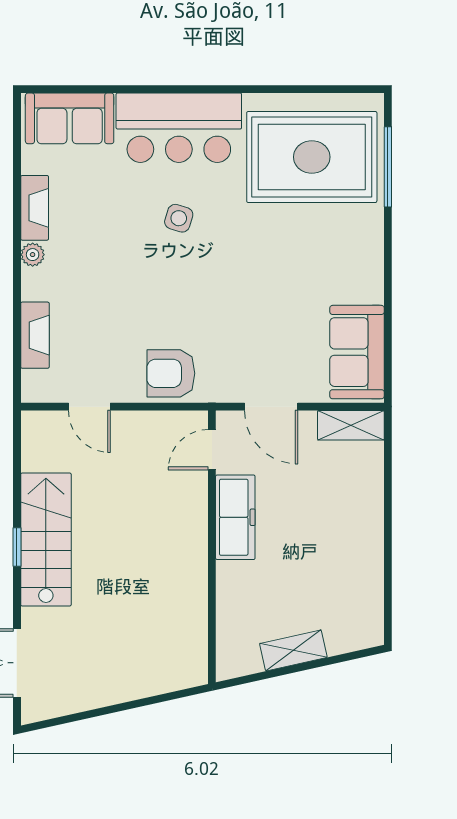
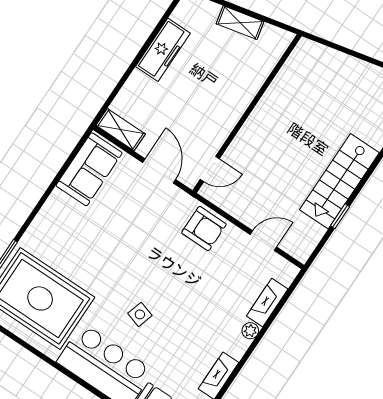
plant: (33, 255) -> (250, 331), moved
door: (89, 407) -> (263, 241), hinge flipped
freezer: (235, 517) -> (163, 50), moved, turned 180
window: (17, 547) -> (340, 216), moved

